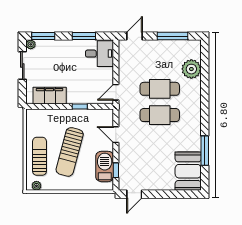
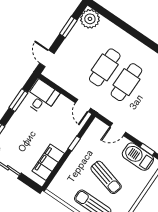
window: (172, 36) -> (68, 27), width x0.69
plant: (191, 69) -> (90, 19), moved
sun lounger: (70, 152) -> (106, 177), width x0.73, depth x0.75

